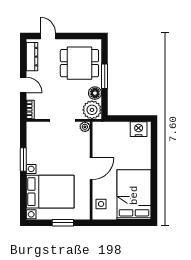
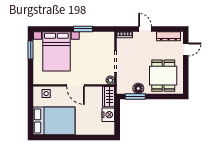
window: (105, 76) -> (135, 96), moved
door: (23, 85) -> (145, 29), swing flipped
plant: (92, 110) -> (124, 86), removed
wardrobe: (105, 129) -> (109, 97), added
nightstand: (139, 129) -> (108, 115), moved
window: (63, 223) -> (31, 50), moved

